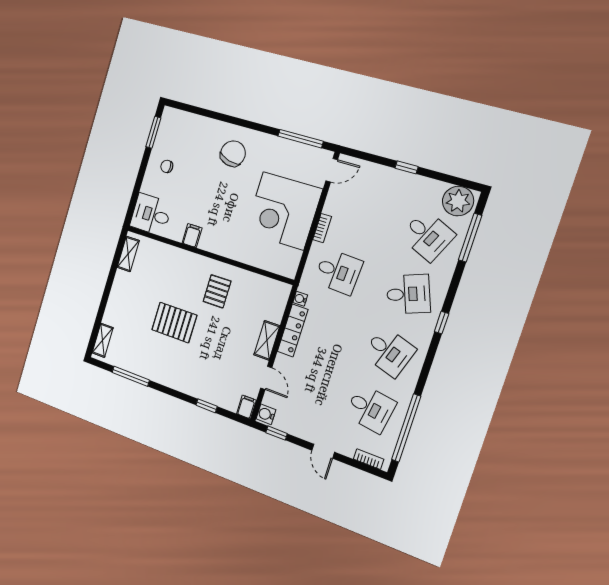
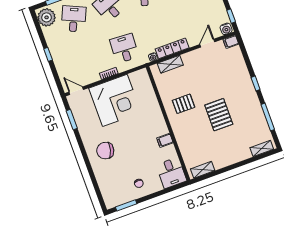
window: (301, 139) -> (72, 120), width x0.69
shelving: (267, 340) -> (170, 64), moved
window: (207, 406) -> (256, 83), moved

